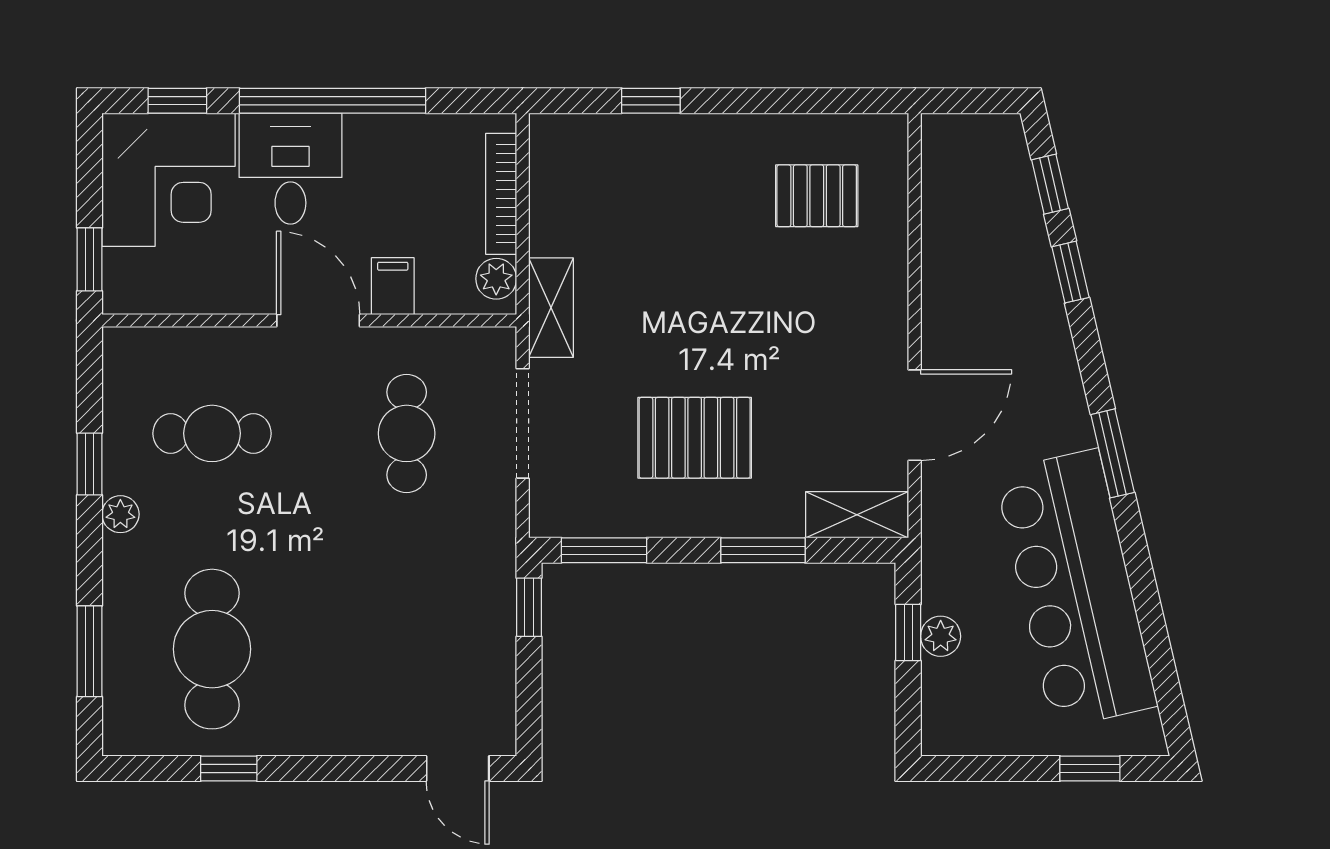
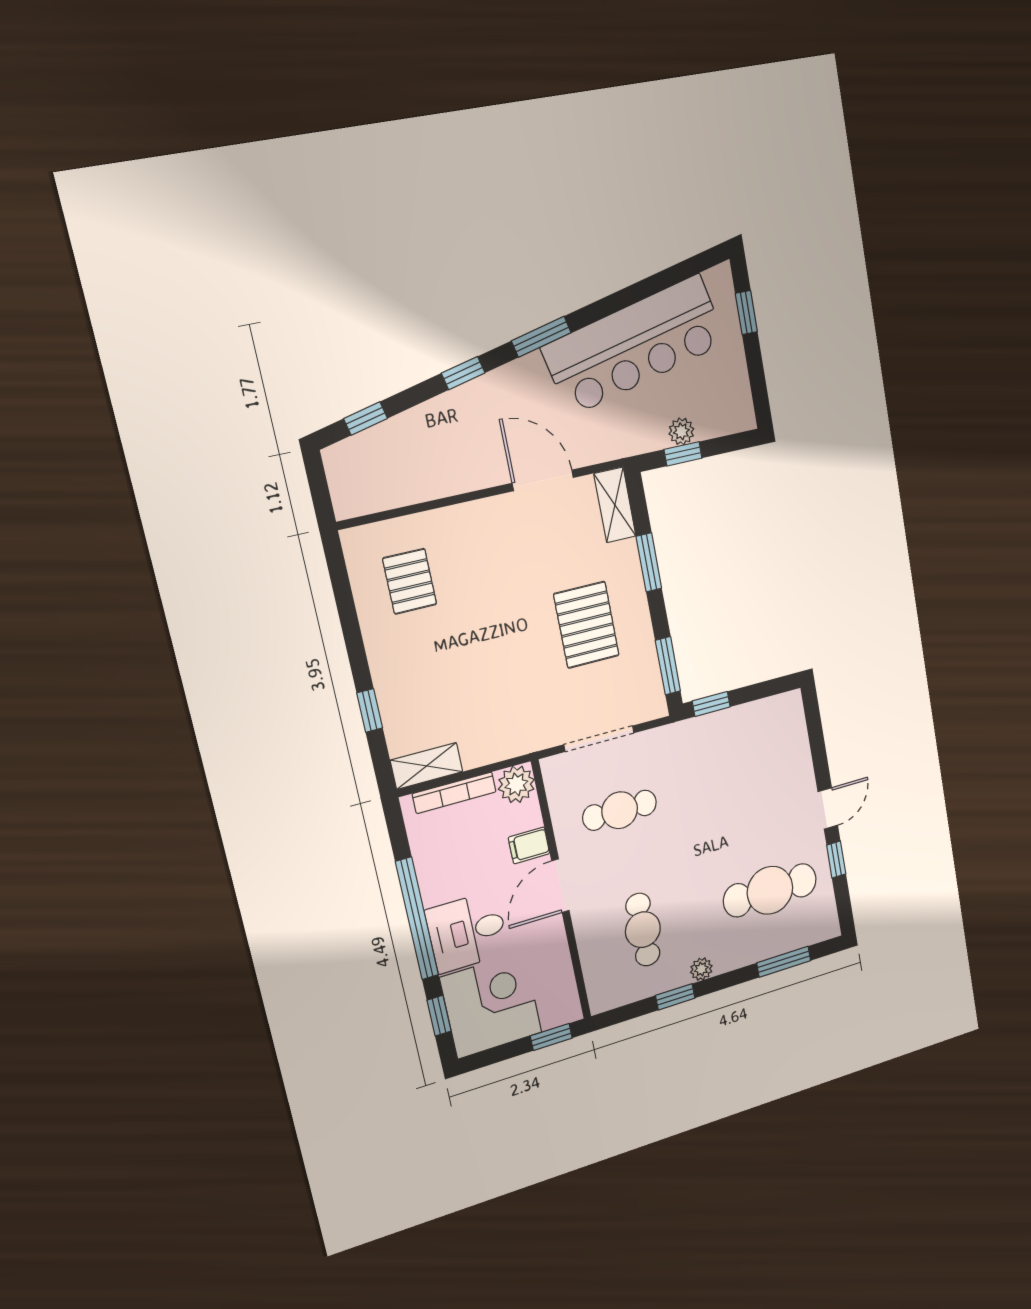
window: (1070, 272) -> (463, 373), moved
plant: (496, 279) -> (516, 784), width x1.38, depth x1.38
shelving: (551, 308) -> (427, 766), moved
door: (458, 769) -> (828, 808), moved

